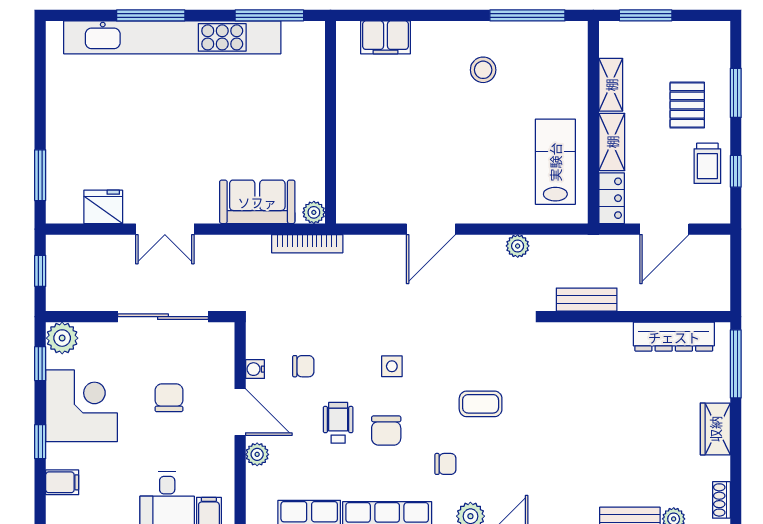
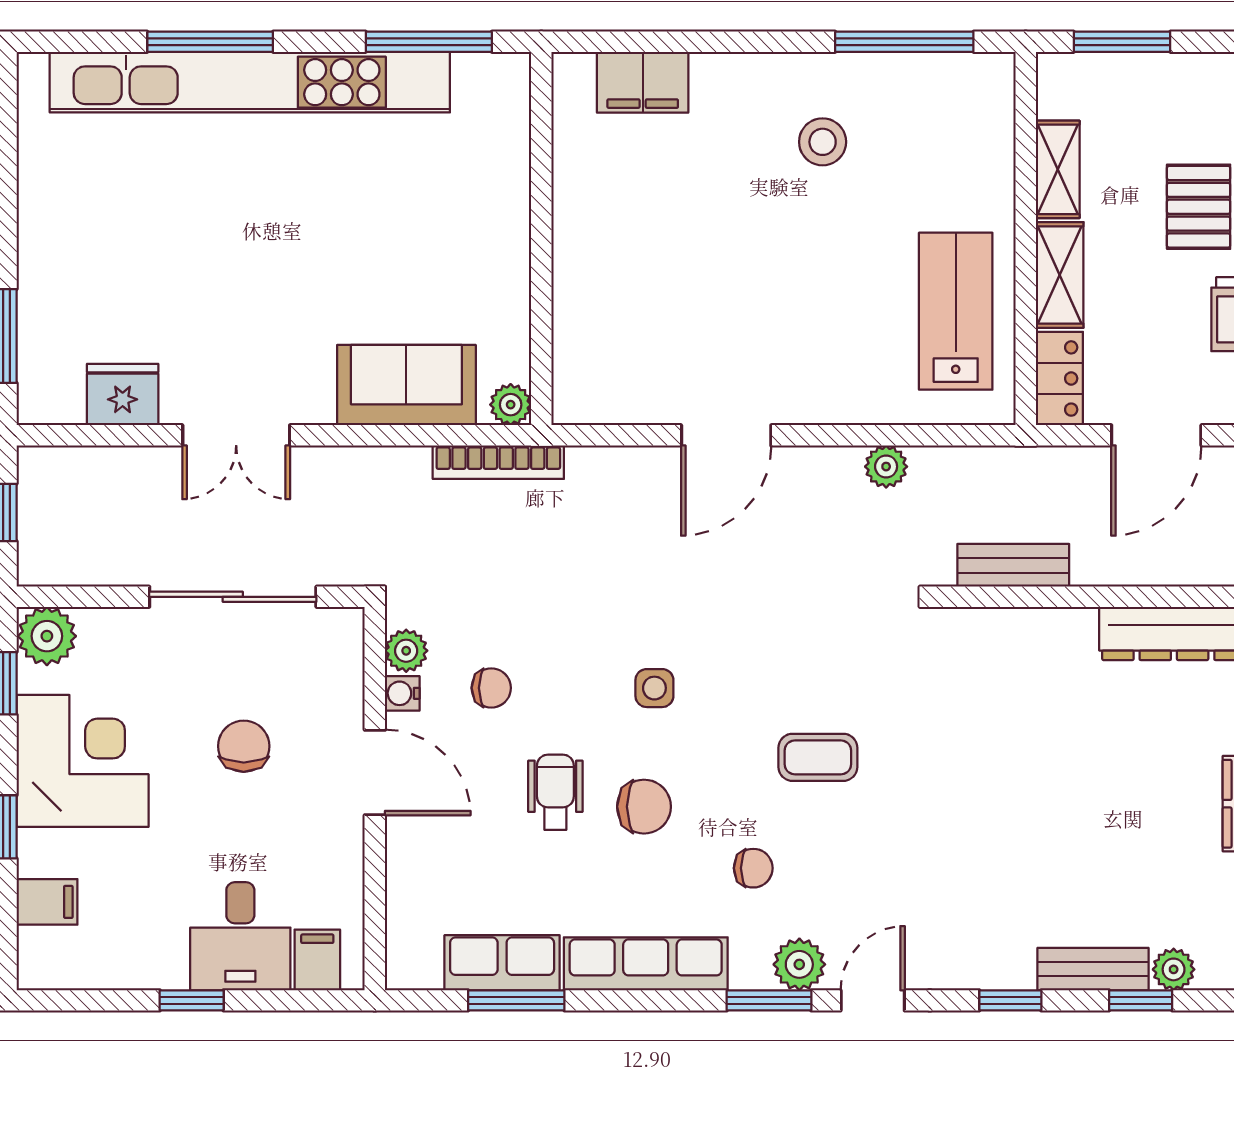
chair: (386, 431) -> (644, 807), turned -90
plant: (257, 454) -> (406, 651), moved

